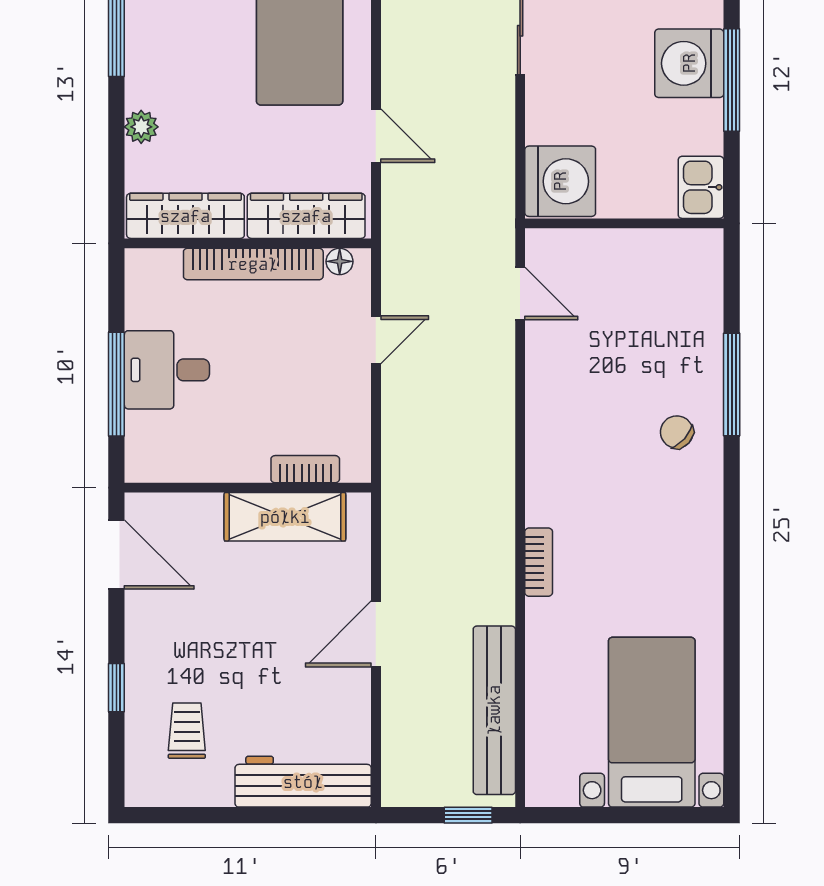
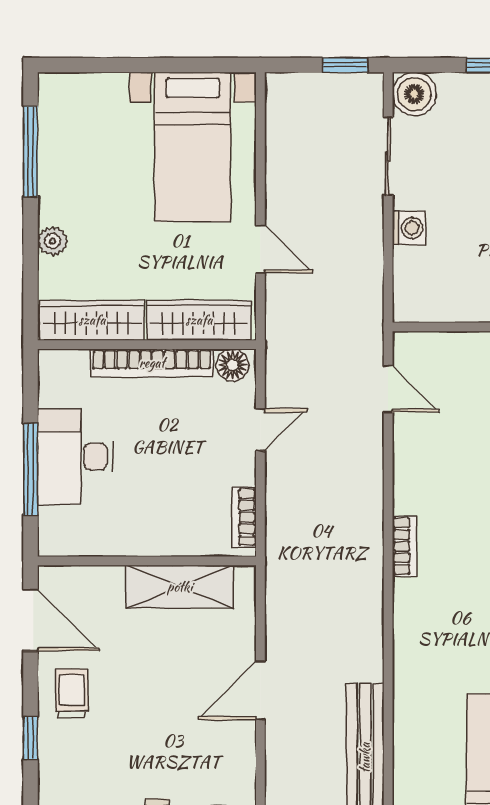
washing machine: (560, 181) -> (409, 228), moved, width x0.53, depth x0.53
floor lamp: (340, 261) -> (233, 365), width x1.37, depth x1.37
desk: (167, 370) -> (75, 457), width x1.37
bookcase: (305, 469) -> (244, 517), moved, turned -90
bookcase: (539, 562) -> (404, 546), moved
trolley: (187, 731) -> (72, 694), moved

